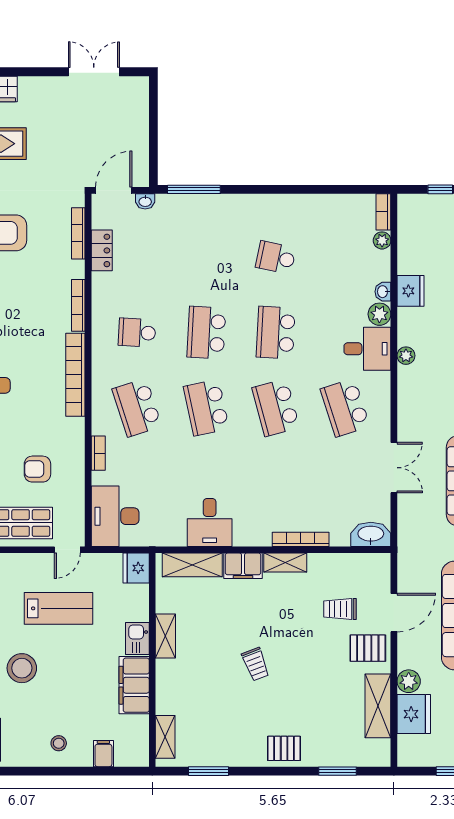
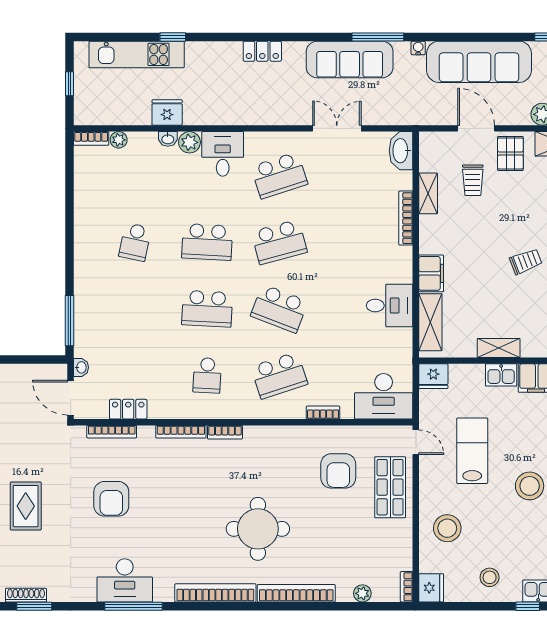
plant: (406, 356) -> (229, 117), removed
bookcase: (75, 375) -> (225, 432), width x0.43, depth x0.76
school desk: (206, 408) -> (279, 309), turned 33
armchair: (37, 469) -> (338, 471), width x1.38, depth x1.38
shelving: (285, 563) -> (428, 193), moved

